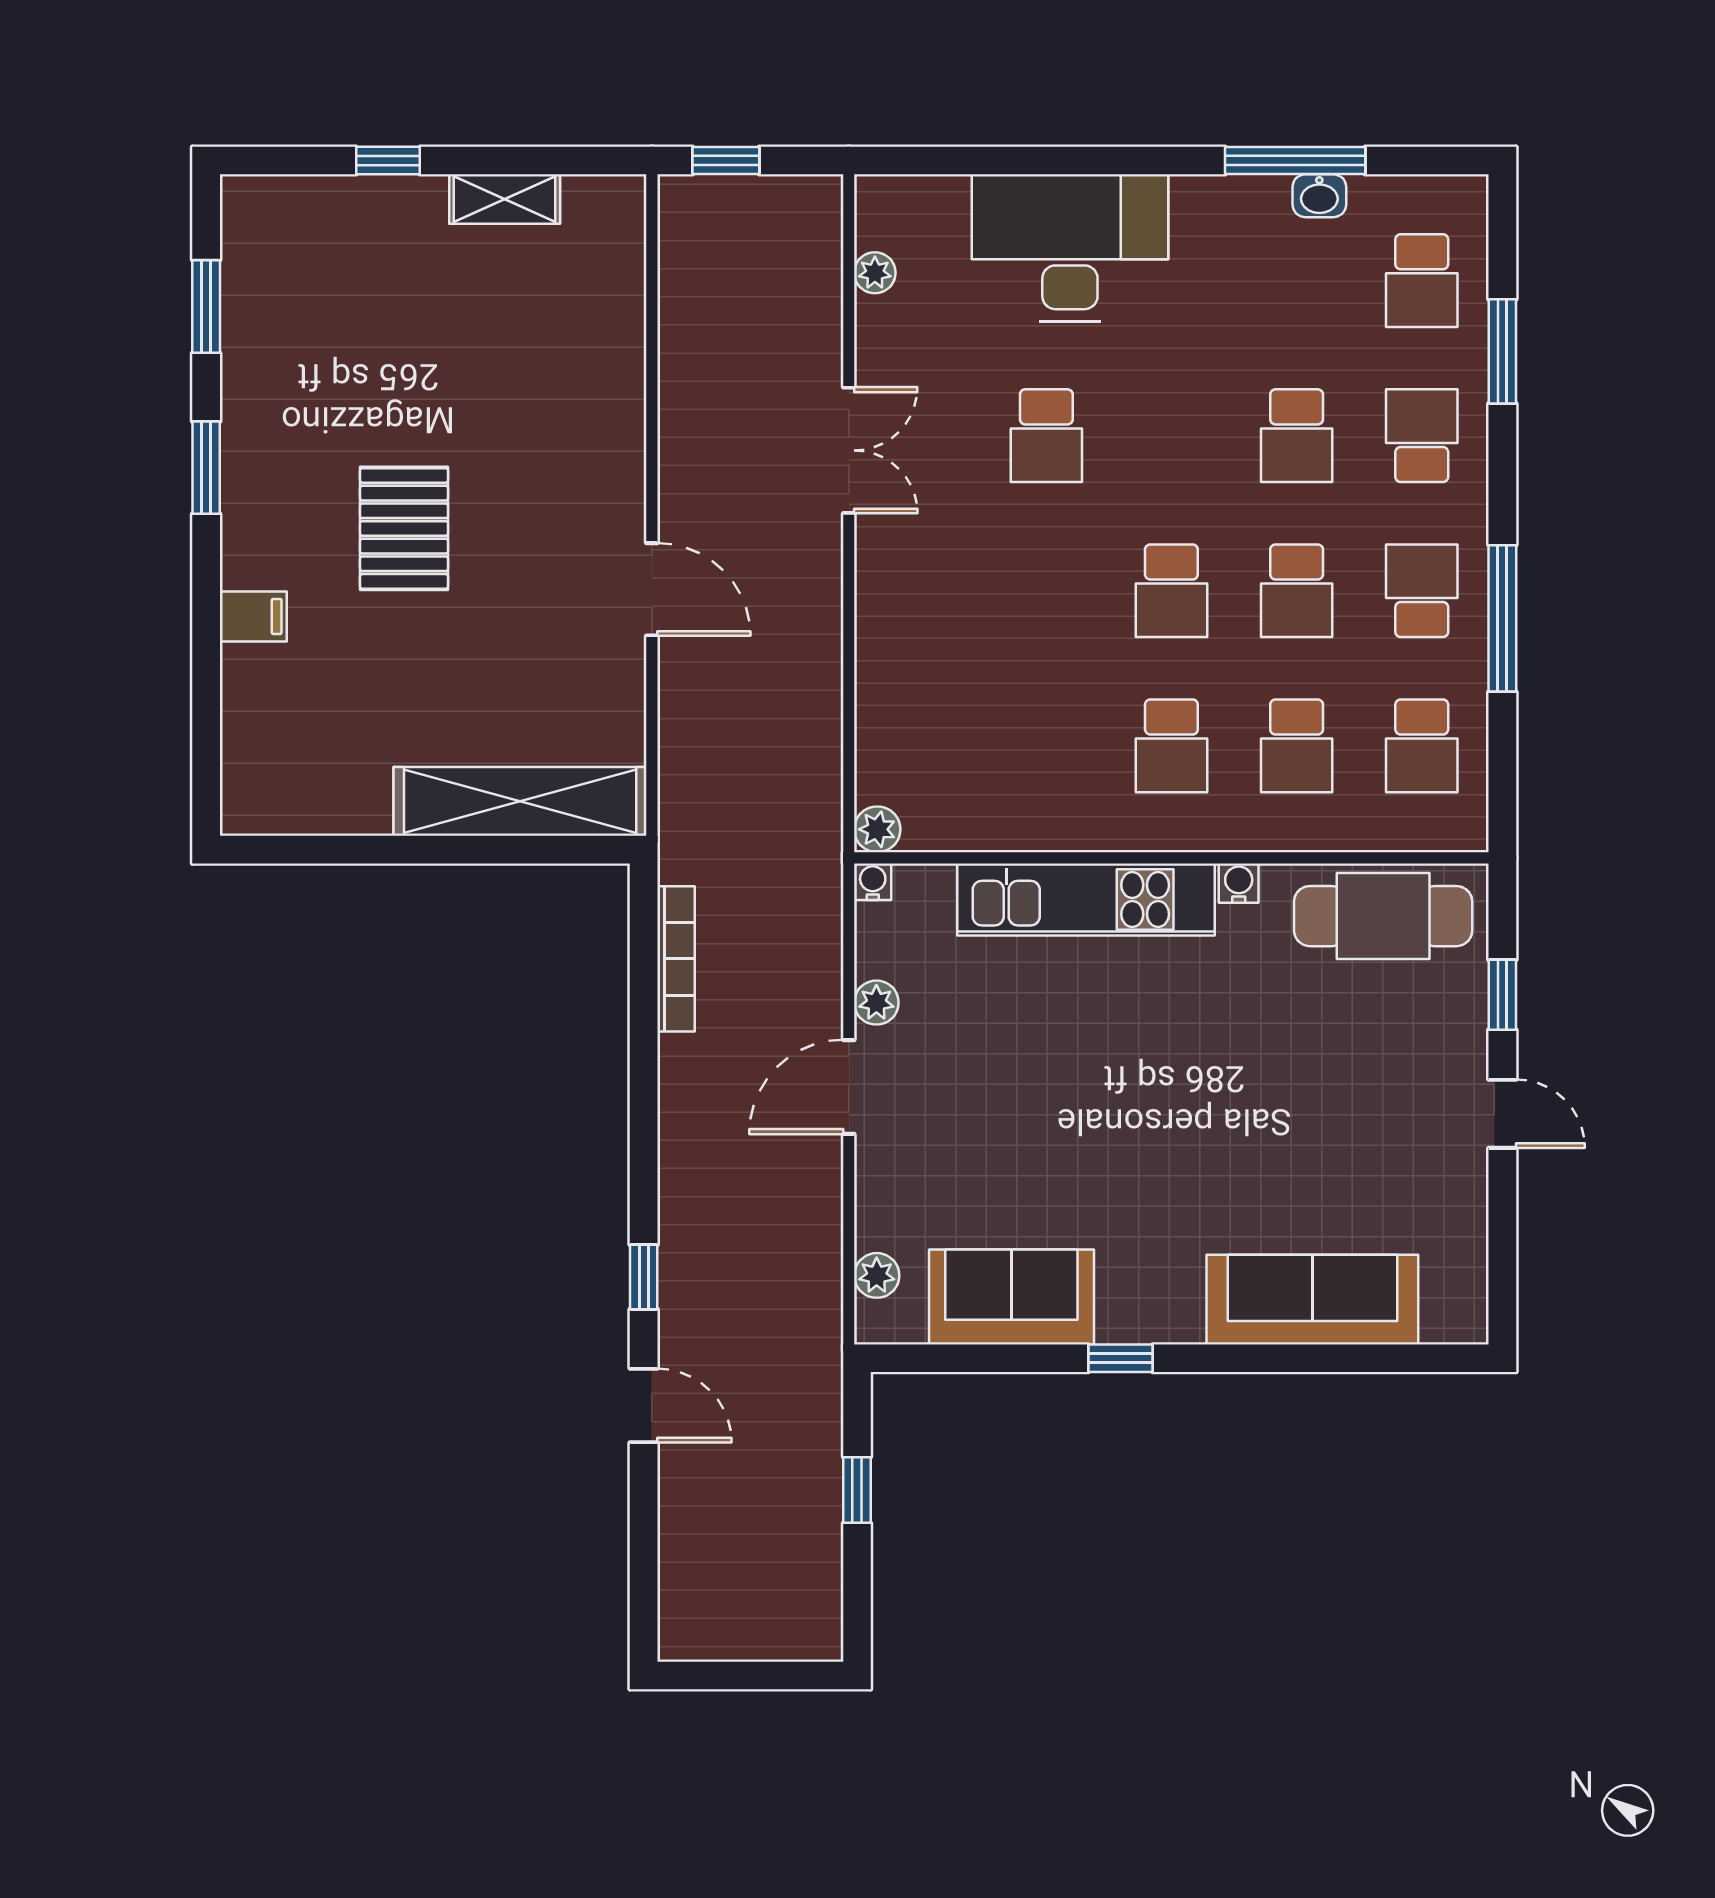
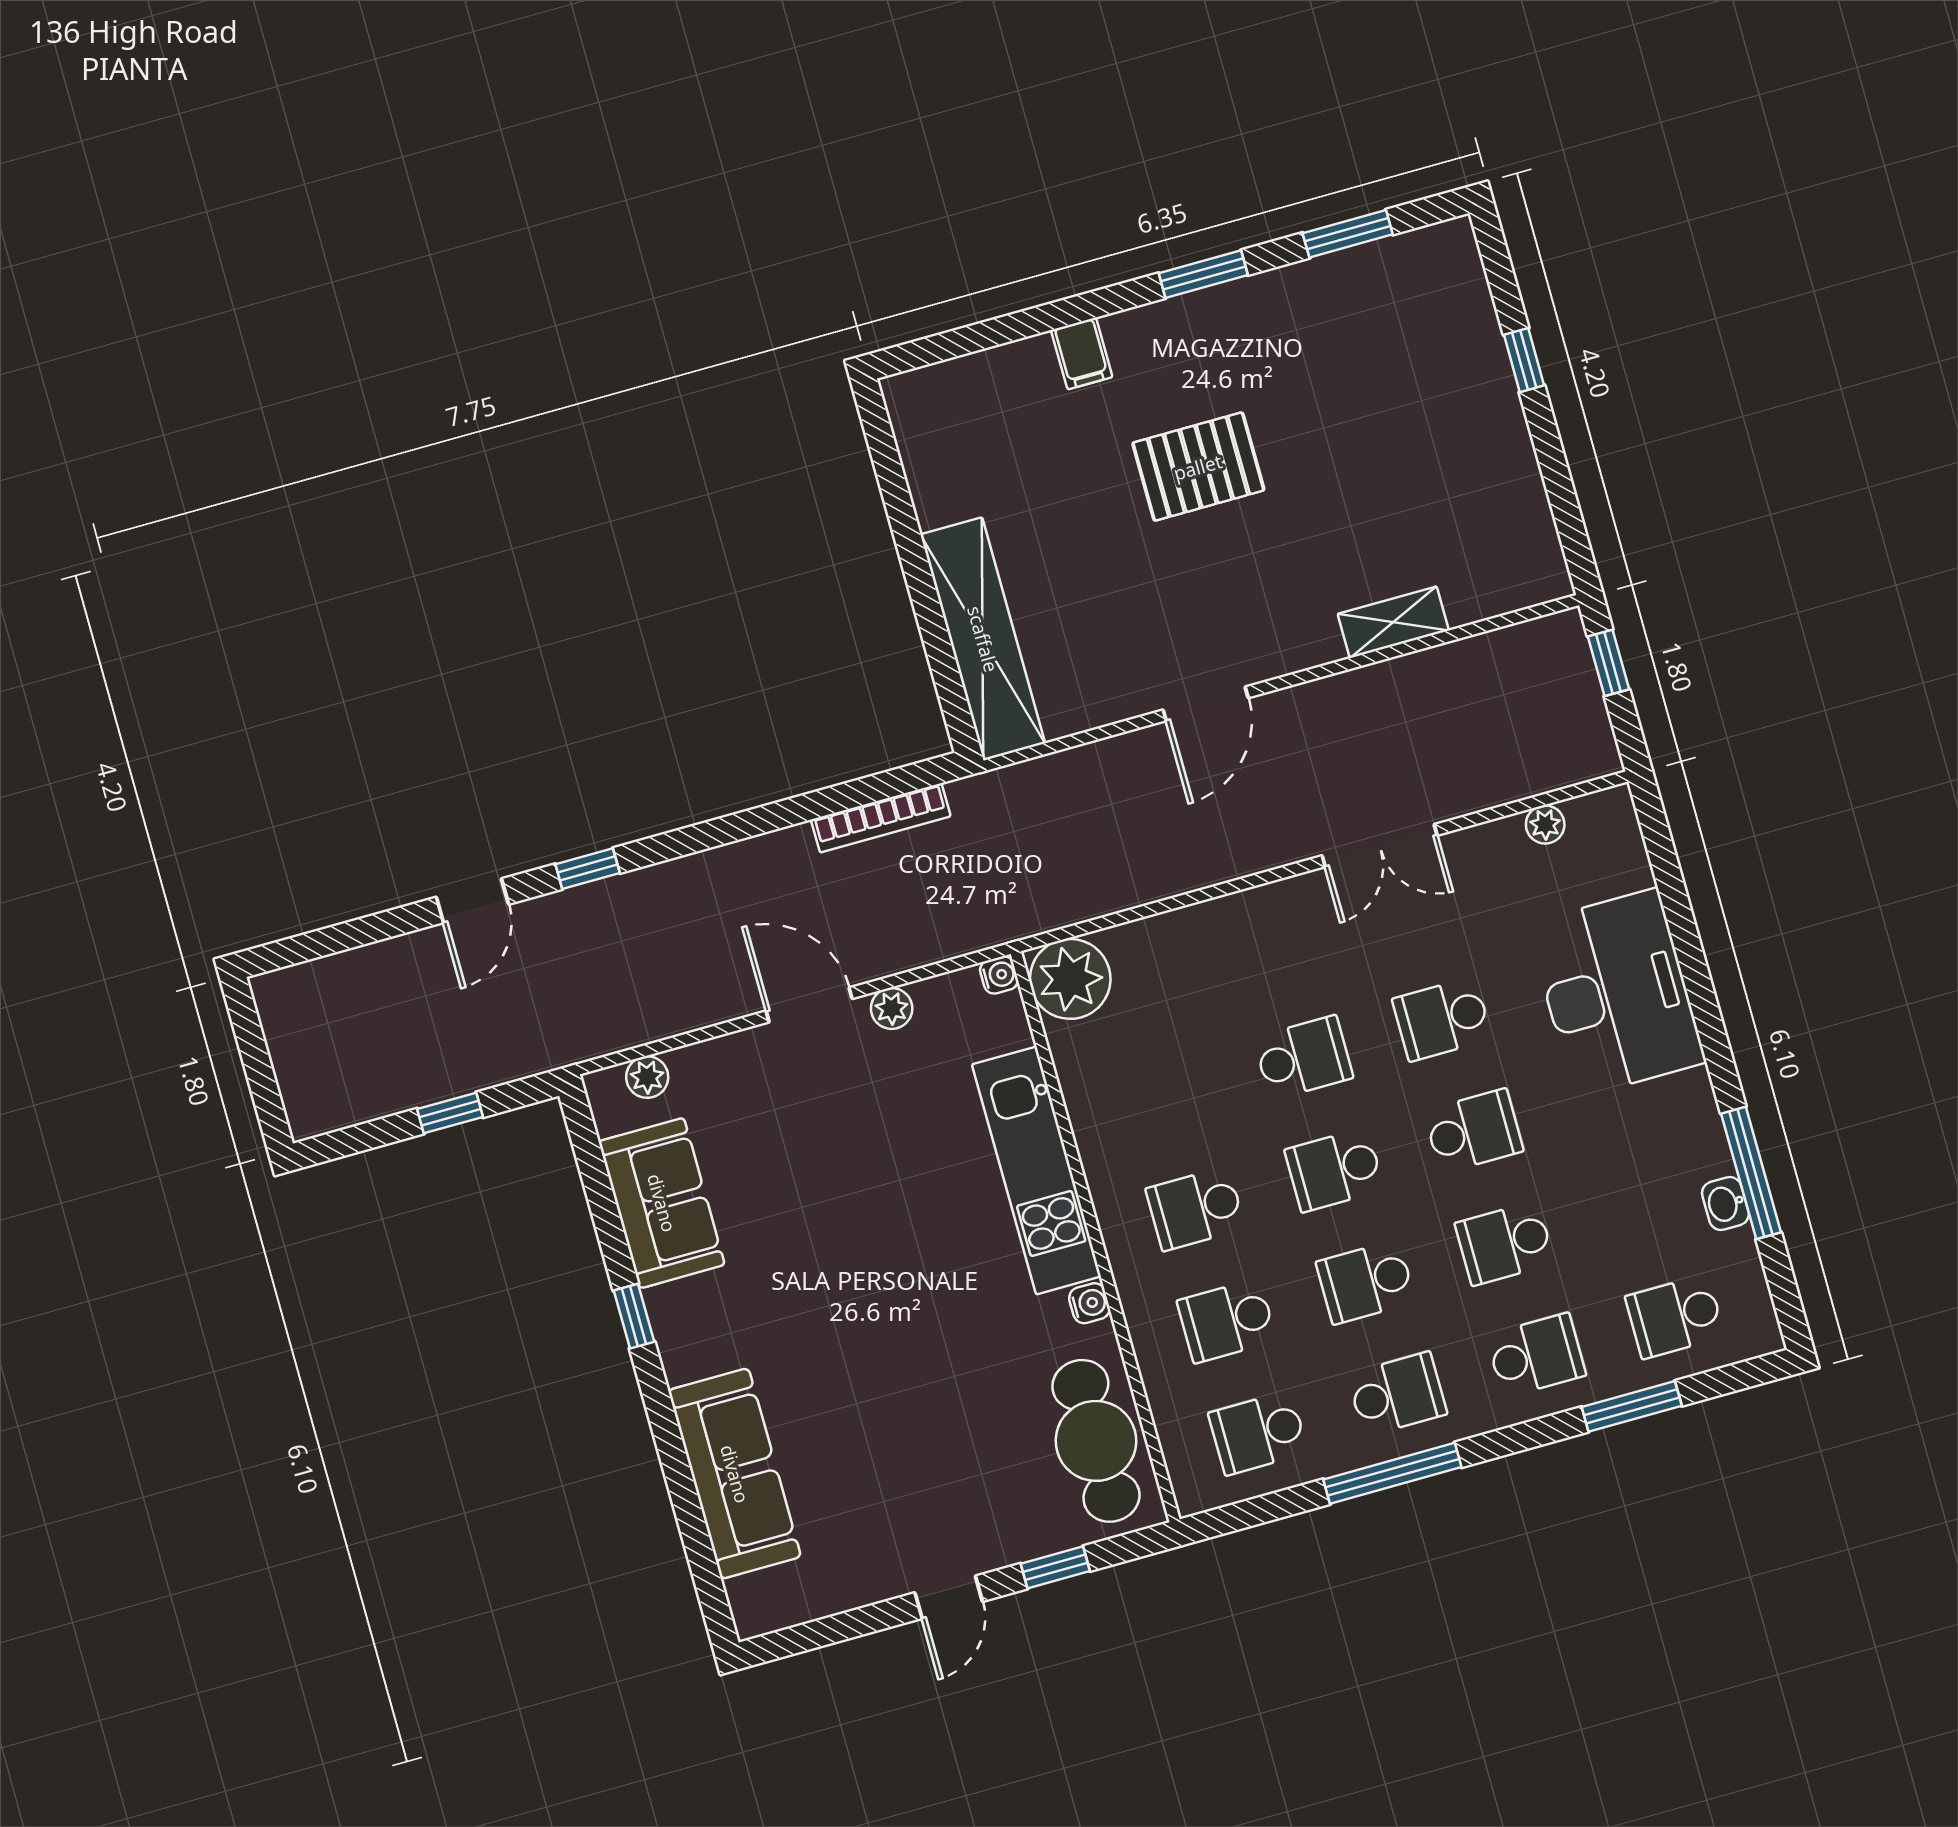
shelving: (505, 199) -> (1393, 622), moved, turned 90
school desk: (1171, 436) -> (1473, 1131), added
school desk: (1046, 591) -> (1303, 1058), added
plant: (877, 829) -> (1070, 979), width x1.88, depth x1.88

